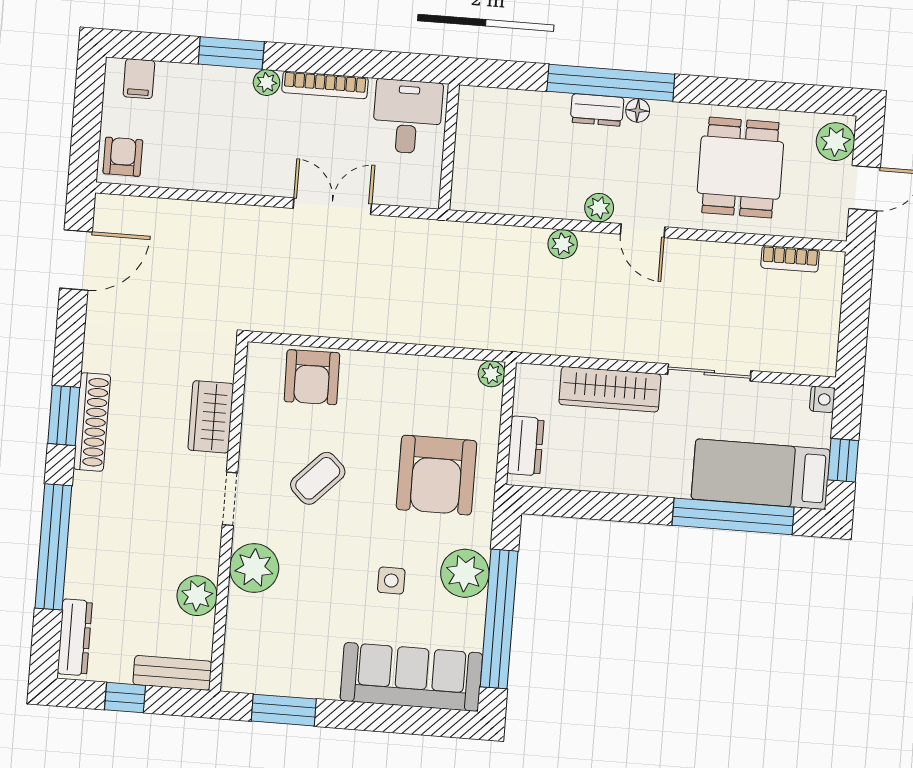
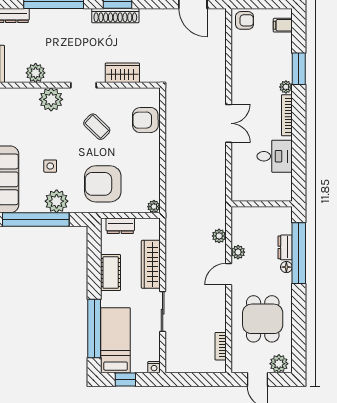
wall: (449, 147) -> (262, 204), moved
dining table: (740, 168) -> (263, 319), turned 90
cot: (620, 473) -> (111, 273), added

